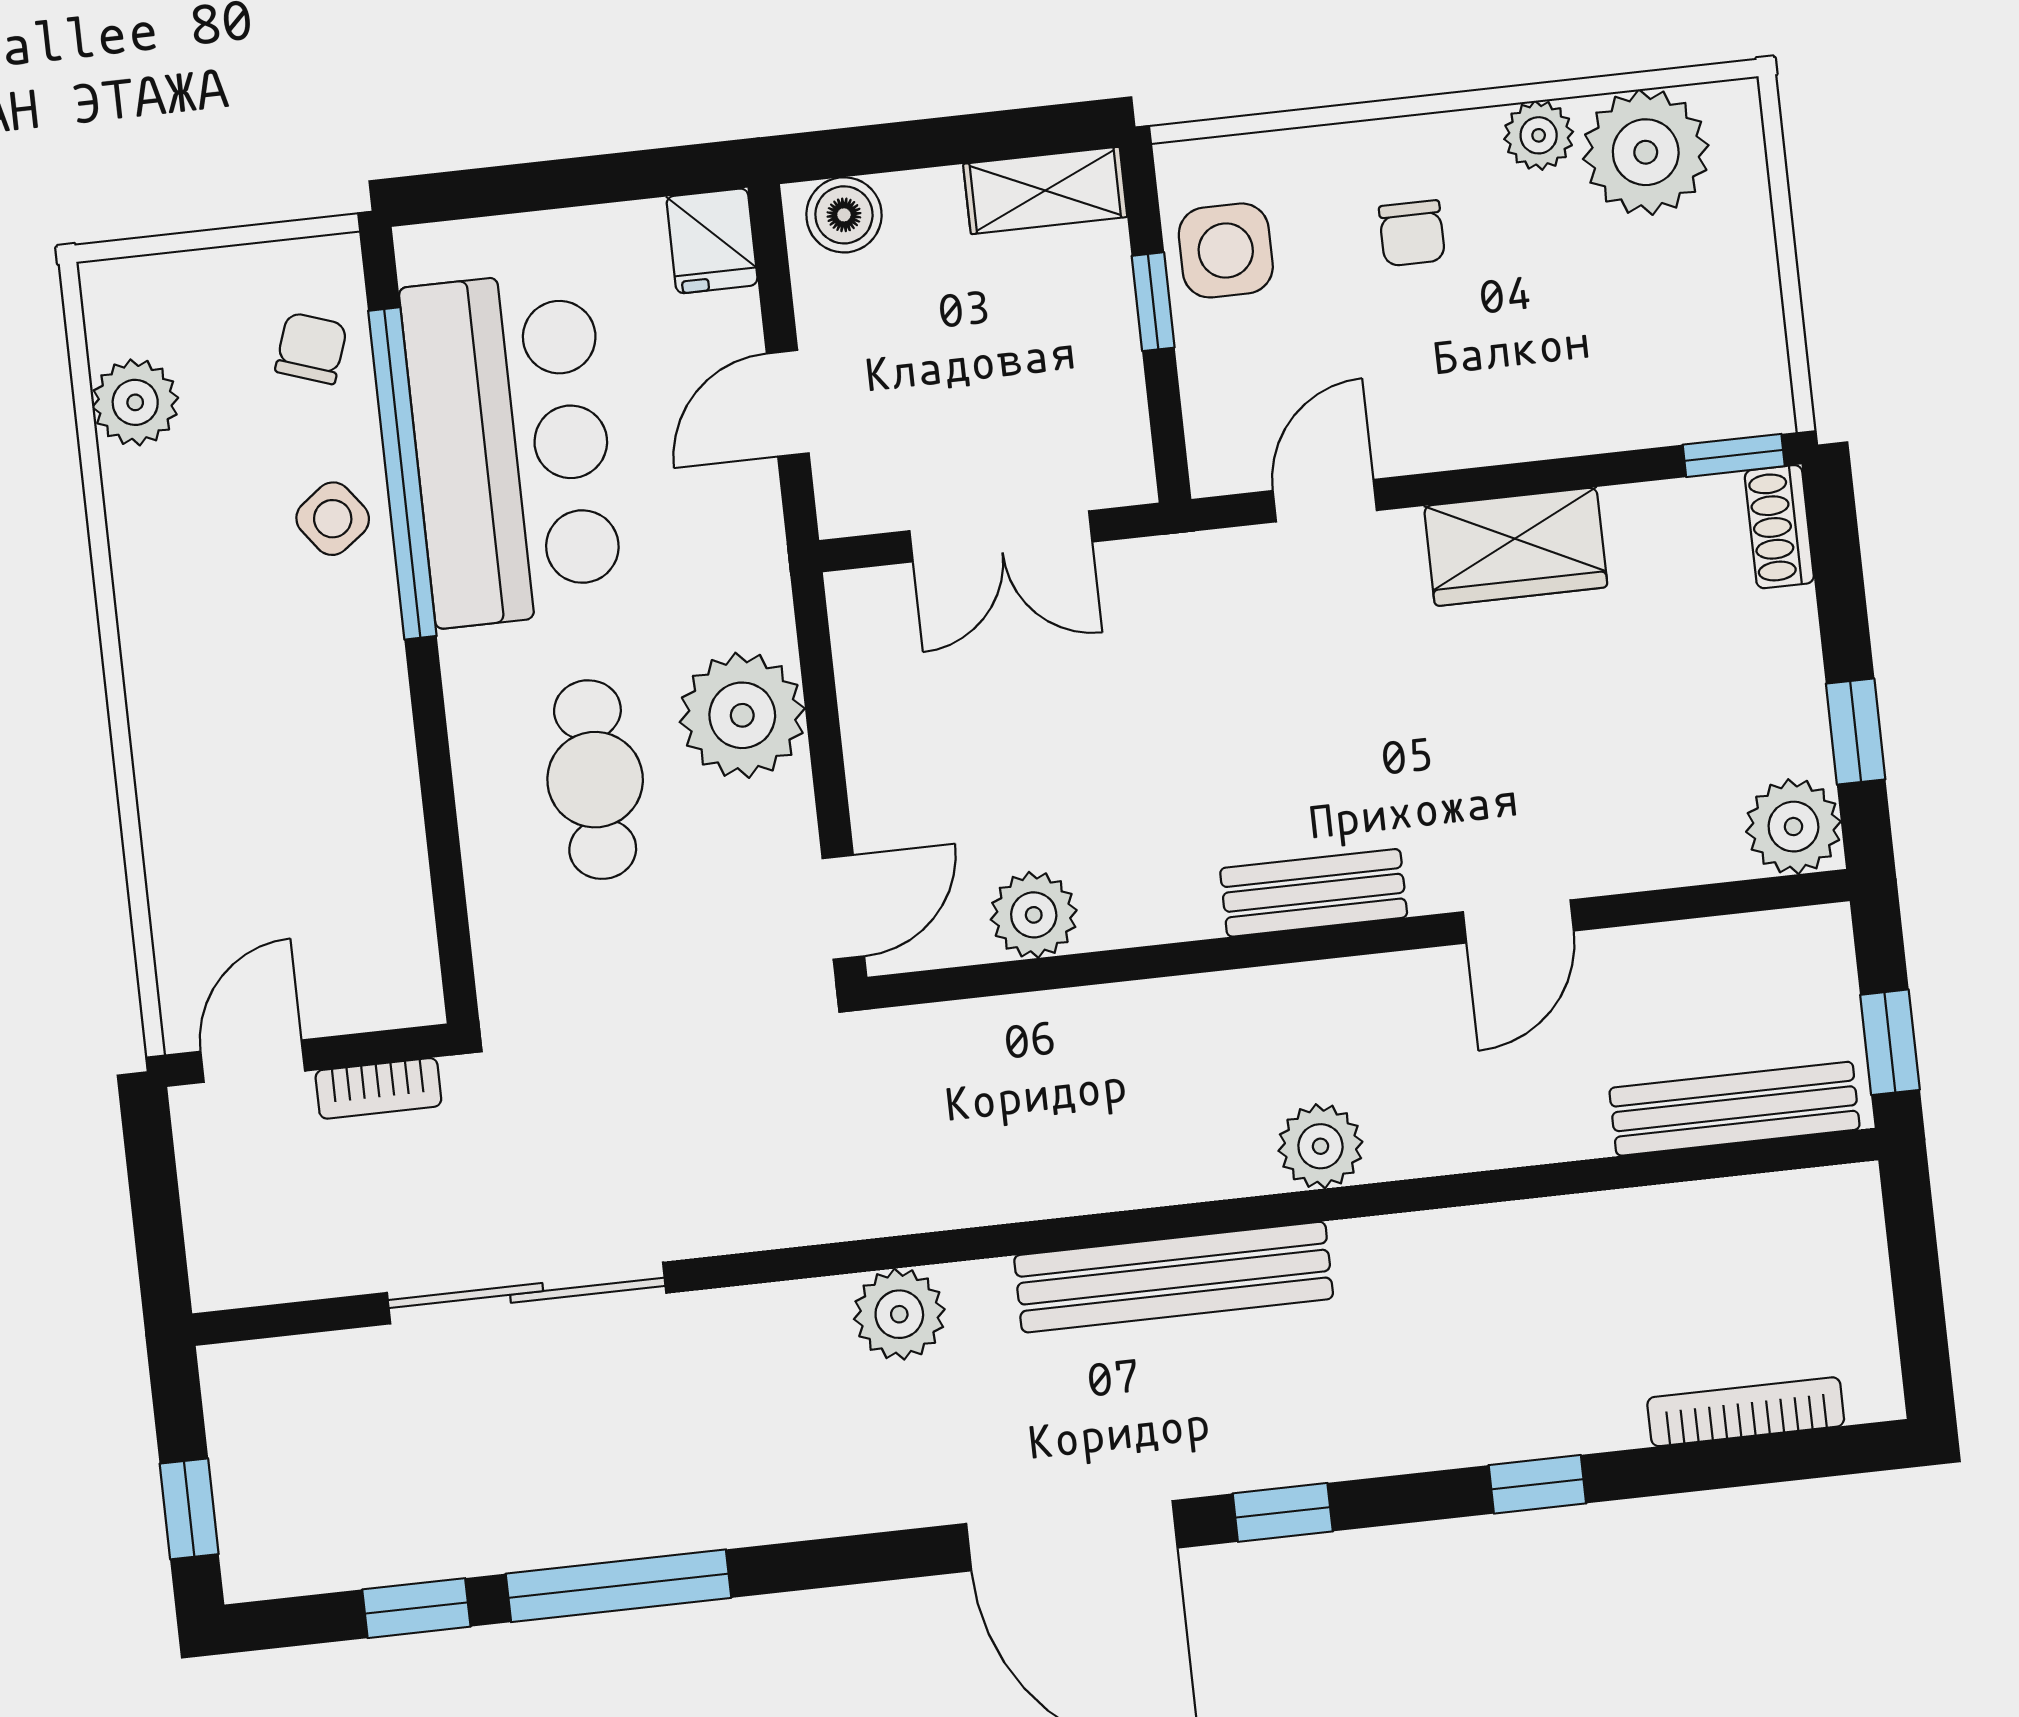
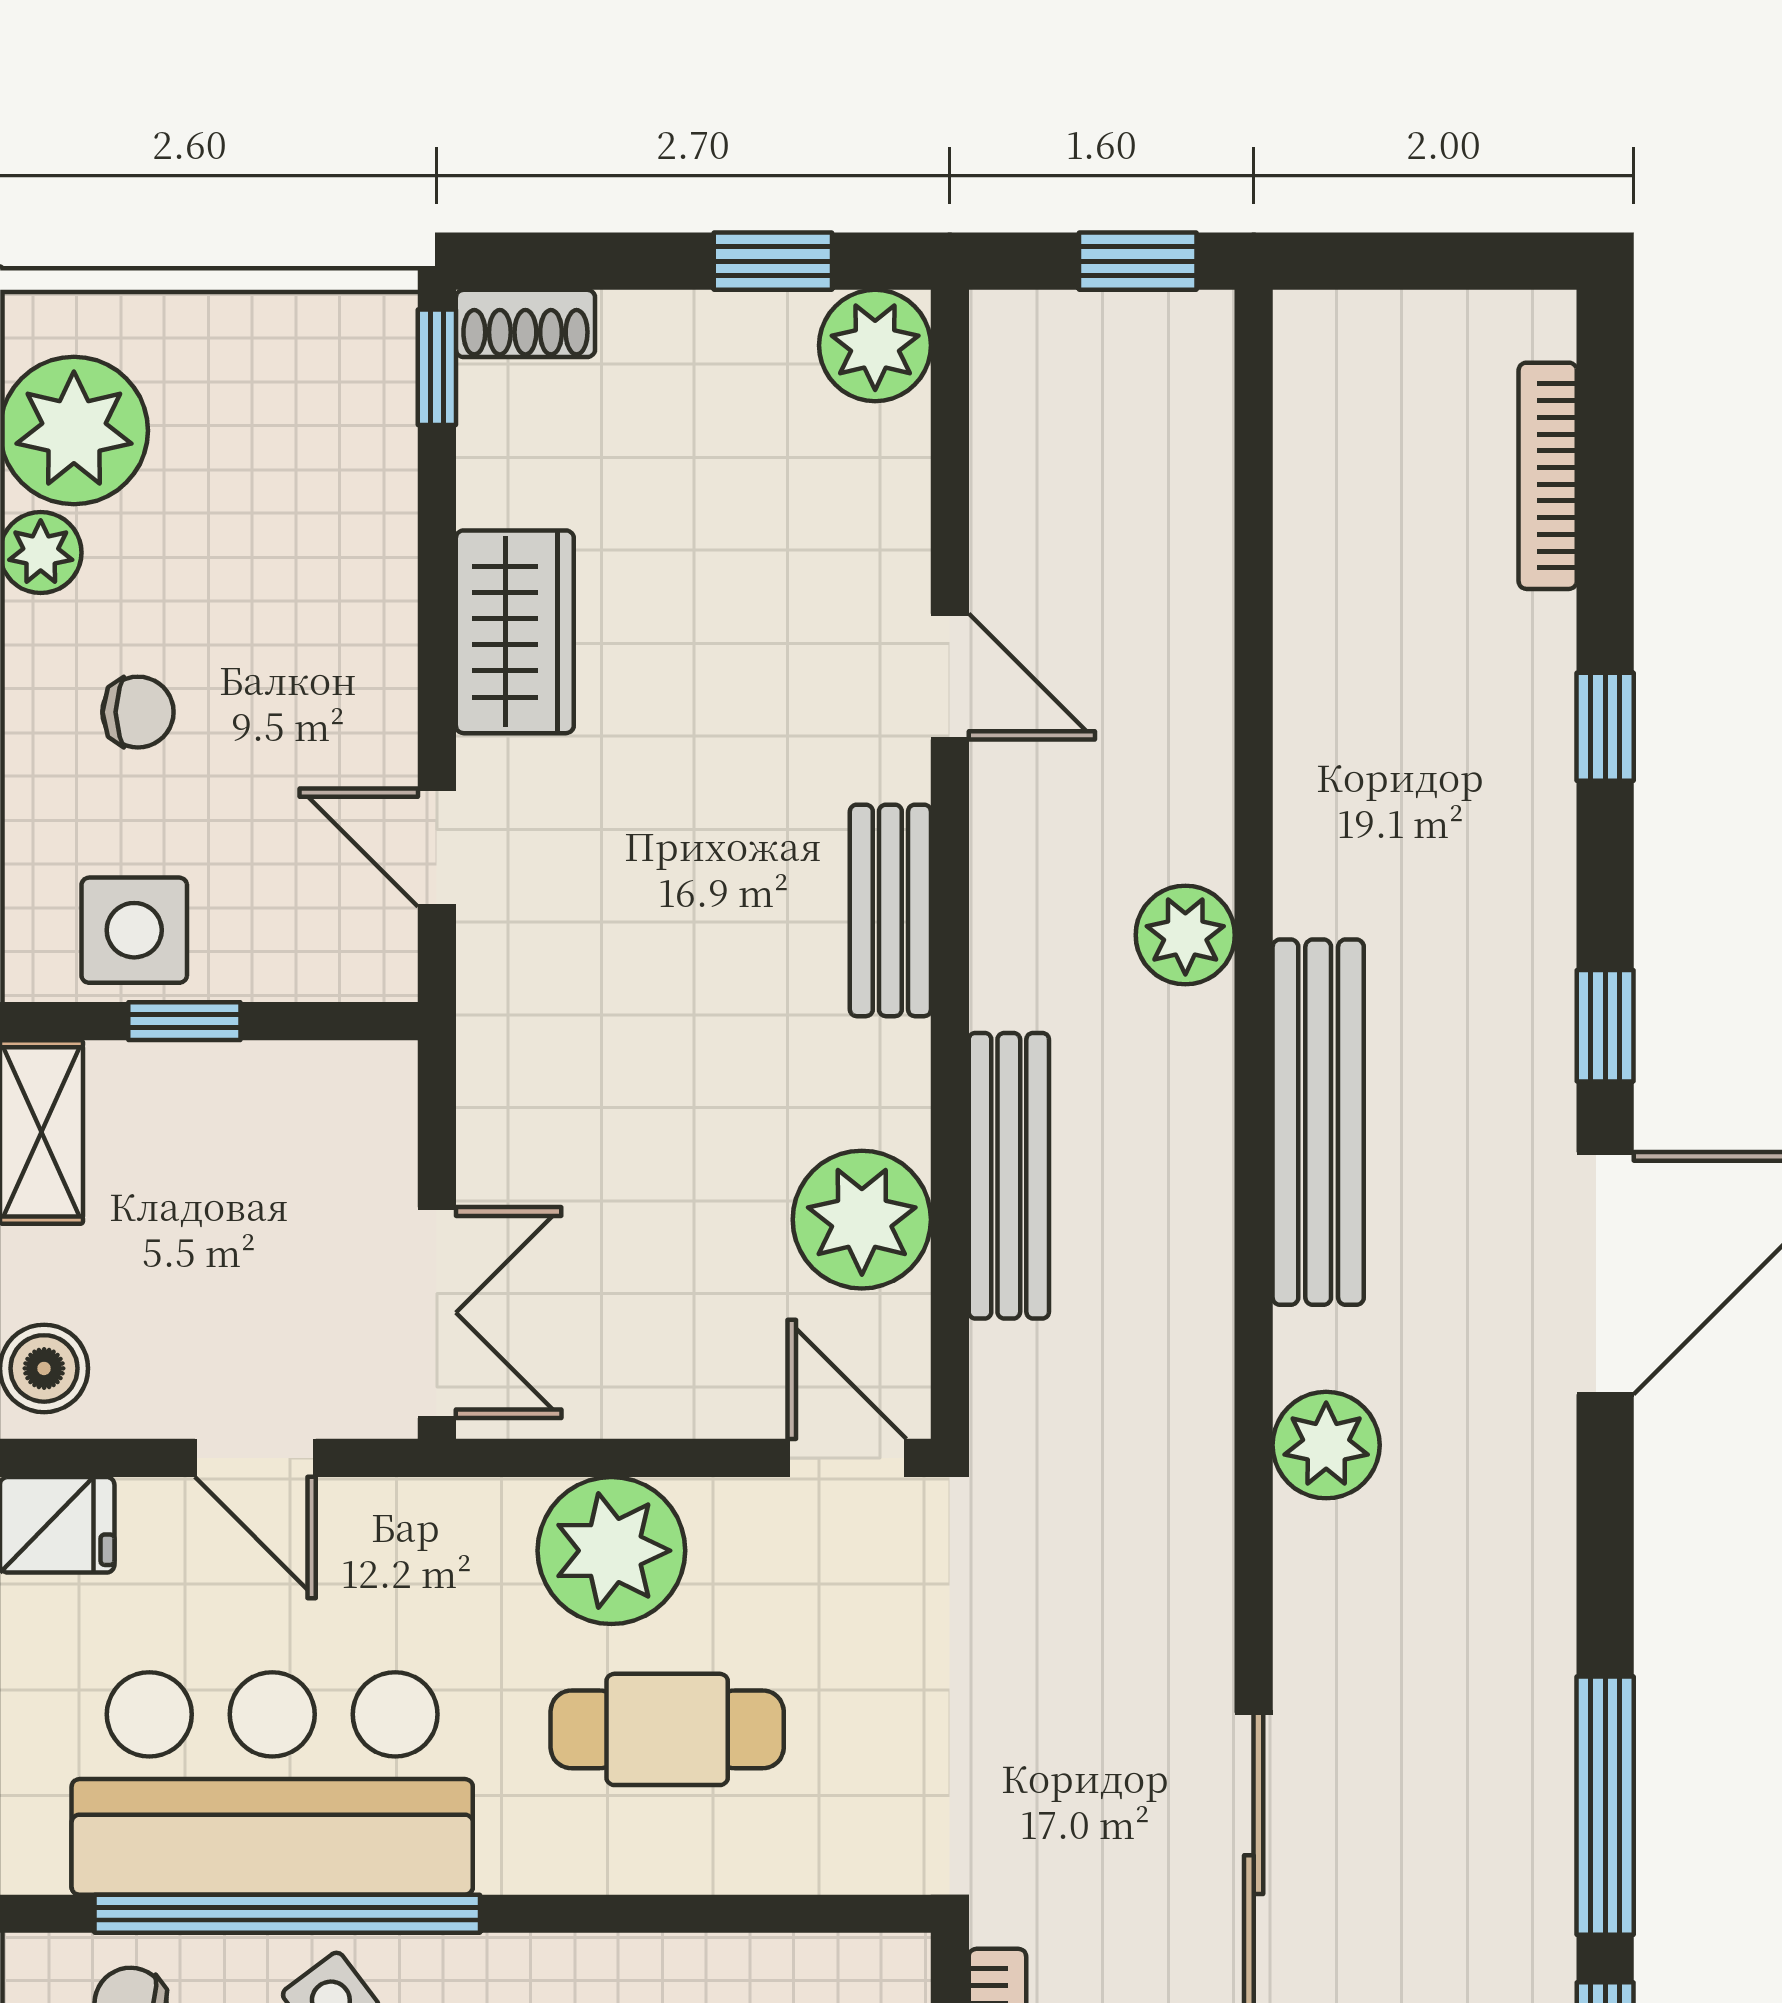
double door: (1001, 536) -> (437, 1313), moved
plant: (1034, 915) -> (862, 1220), width x1.36, depth x1.36
bench: (1735, 1109) -> (1009, 1176), moved

